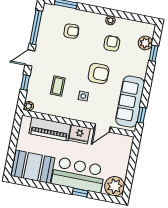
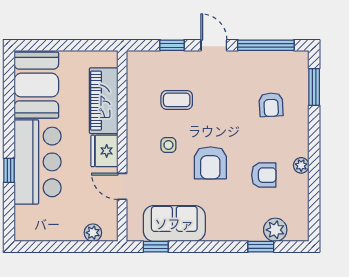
sofa: (130, 102) -> (174, 223), width x0.73
plant: (29, 106) -> (134, 59), removed
plant: (115, 186) -> (93, 233), moved, width x0.53, depth x0.53

